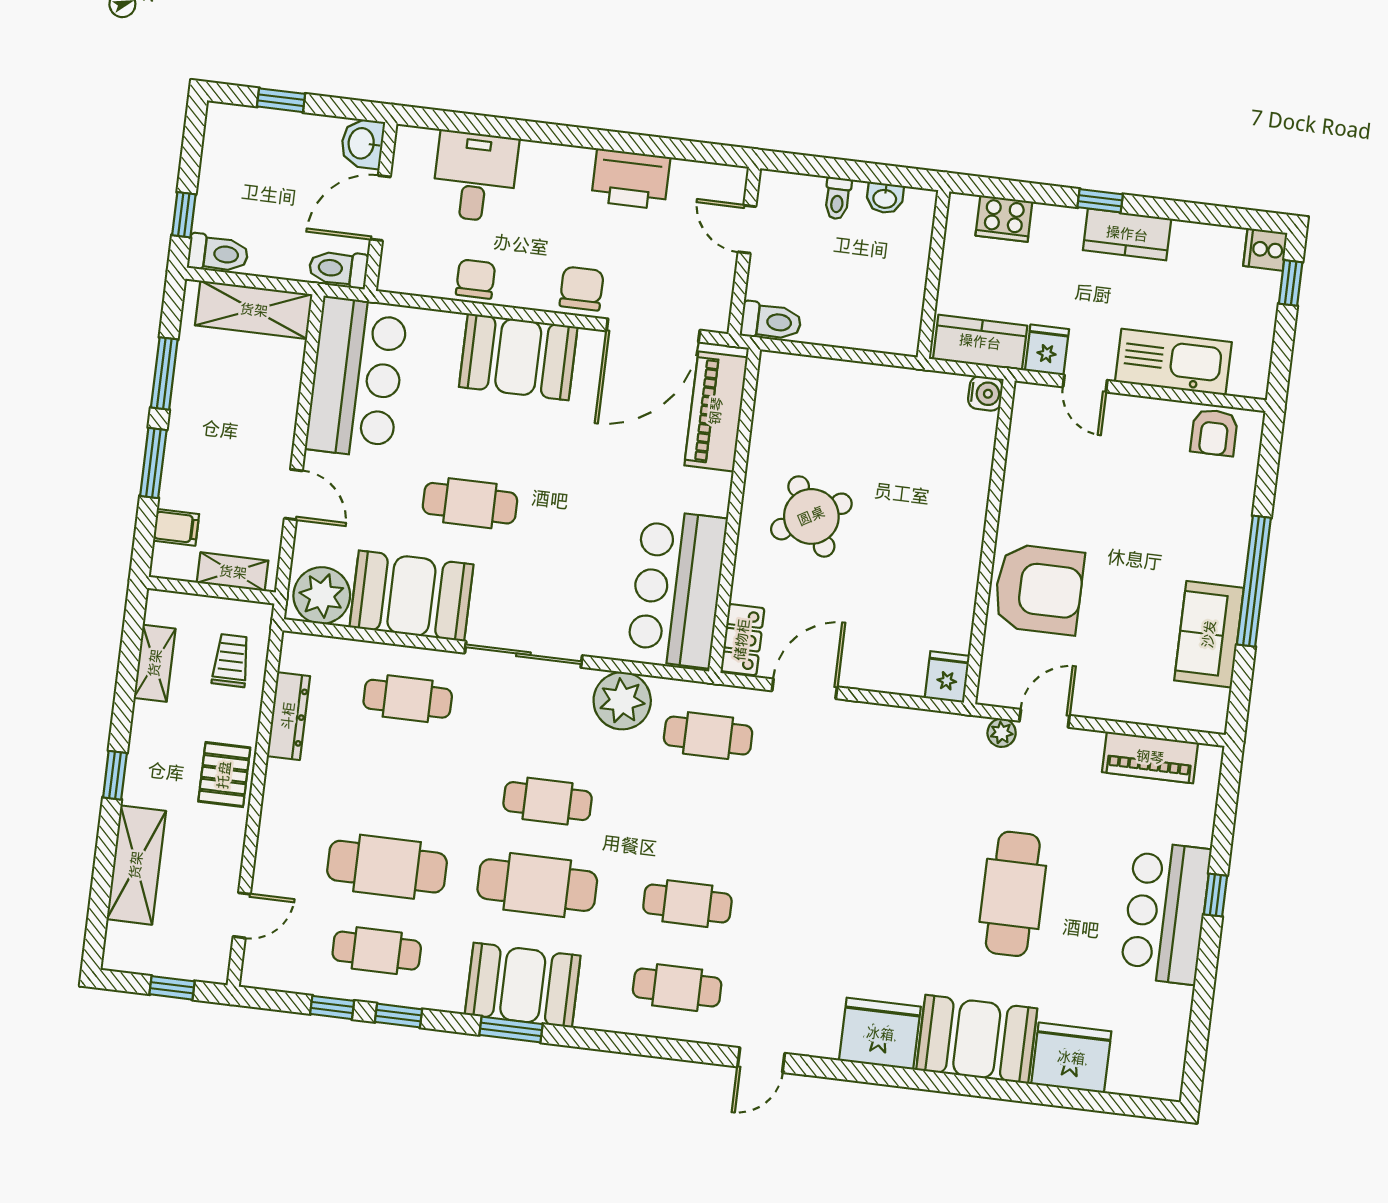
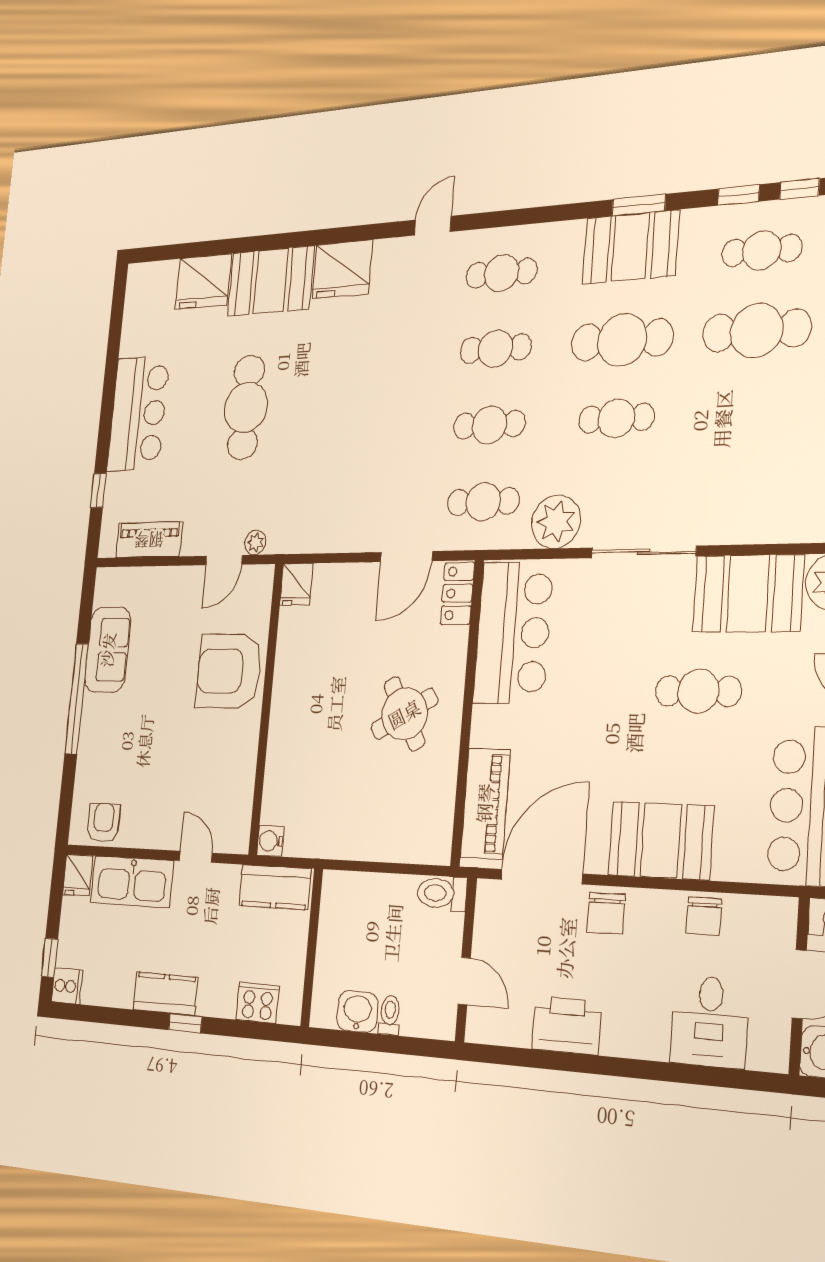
washbasin: (885, 198) -> (357, 1012), width x1.38, depth x1.45
fridge: (1047, 350) -> (78, 875), moved
cafe table: (408, 699) -> (489, 425), moved
window: (1215, 895) -> (98, 490), moved

